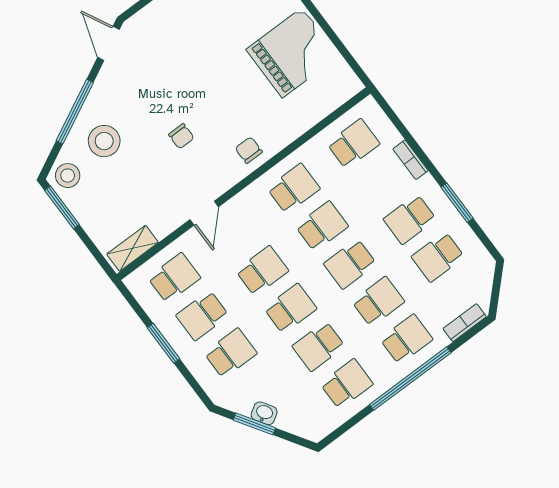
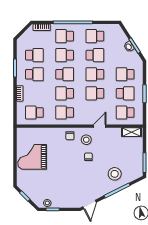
stool: (68, 176) -> (86, 140), moved

